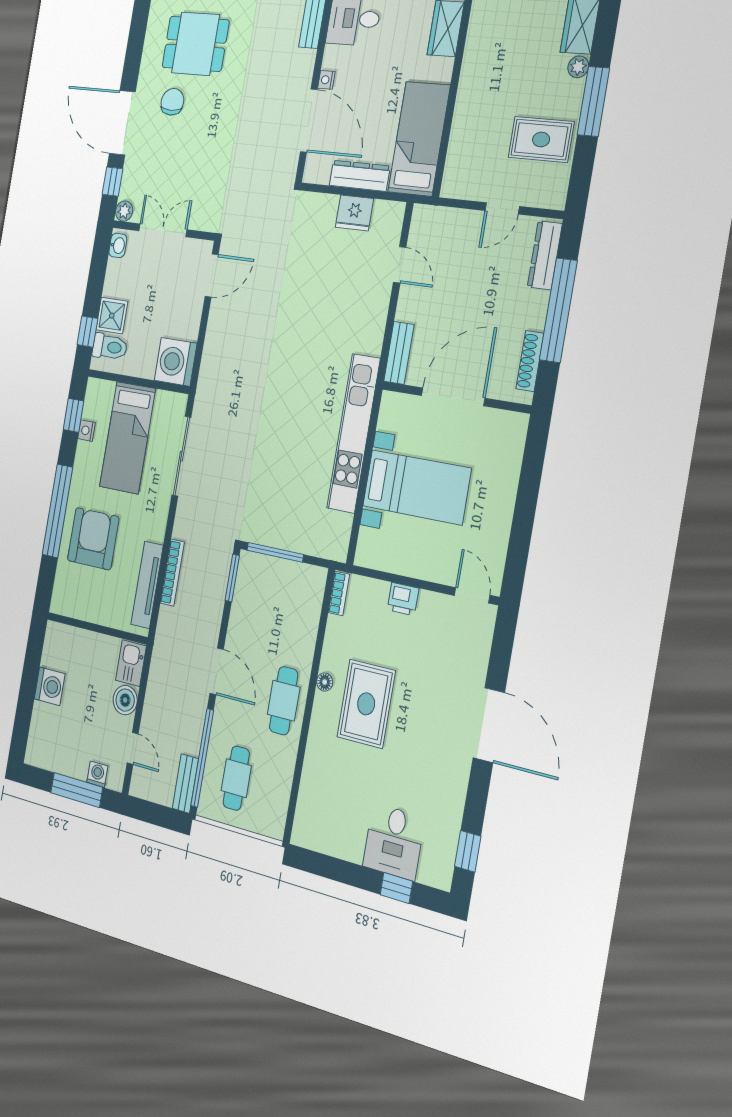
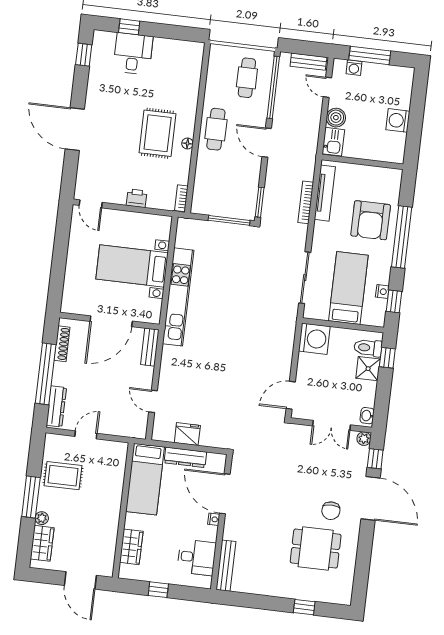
bench: (185, 784) -> (308, 62), moved, turned 90

